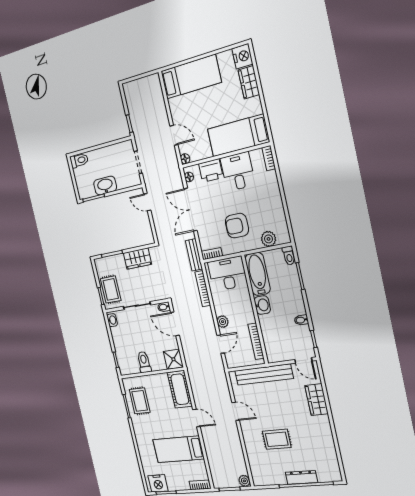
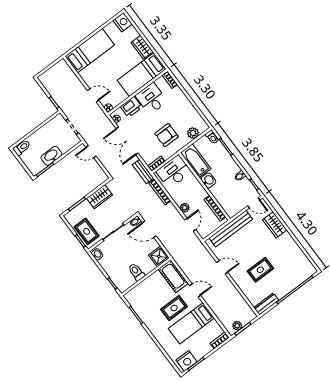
wardrobe: (249, 82) -> (142, 47), moved
rug: (140, 401) -> (174, 308), moved, turned 90
dresser: (301, 477) -> (266, 304), moved
plant: (244, 481) -> (237, 326), moved

